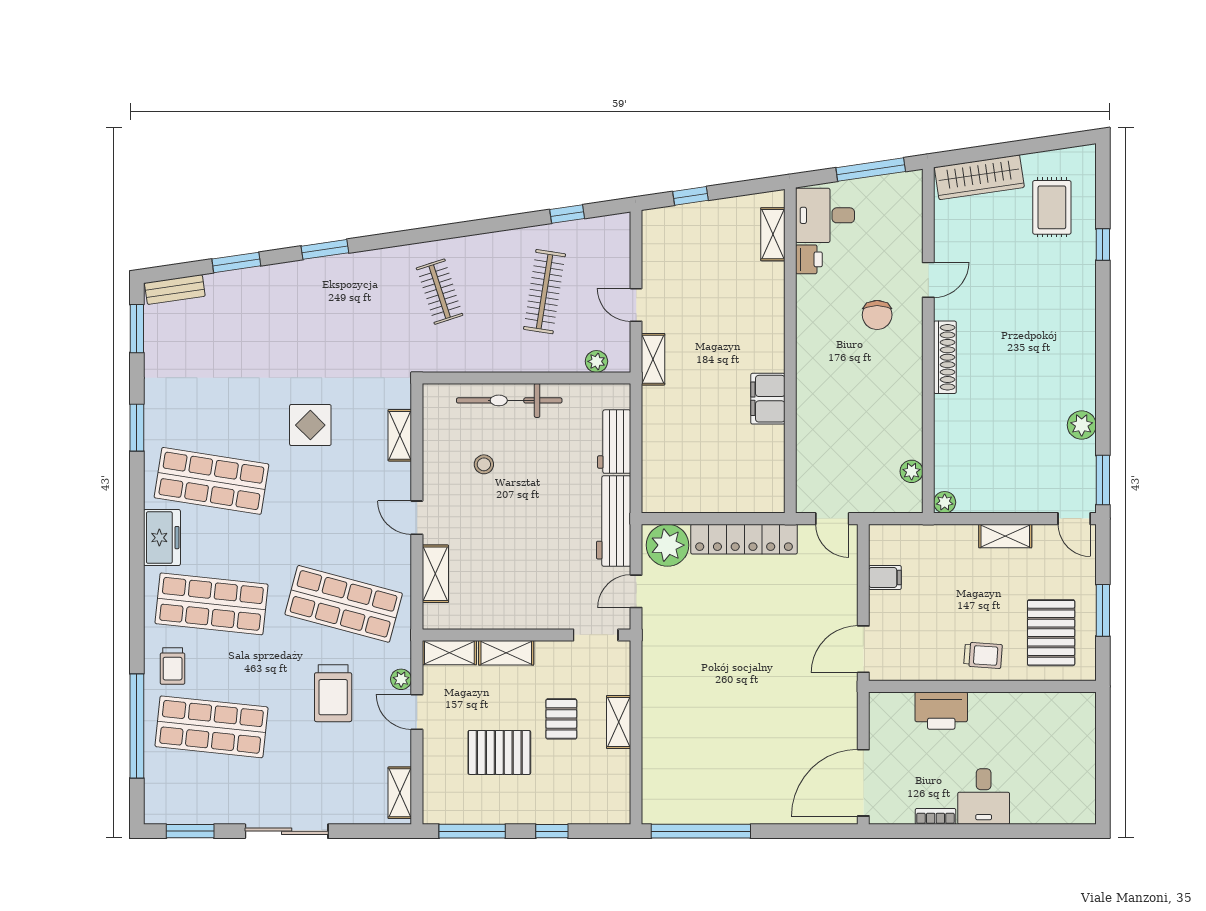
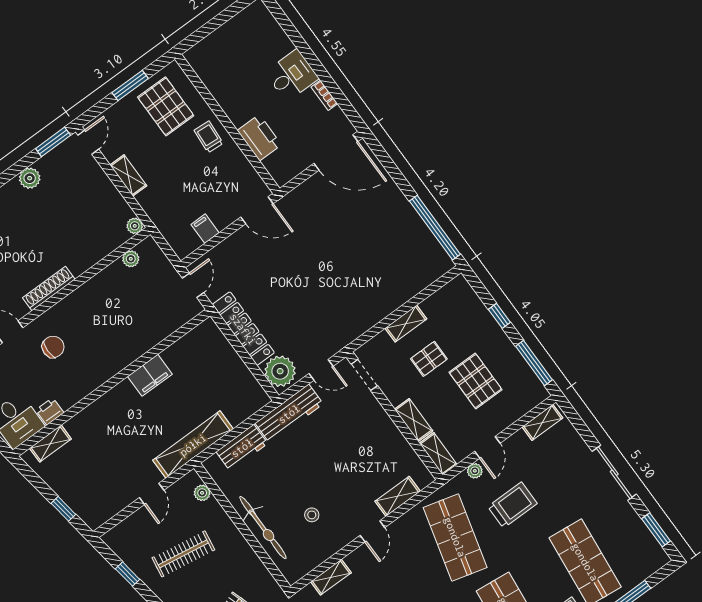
shelving: (653, 359) -> (193, 445), width x2.20, depth x1.33
pallet: (1051, 633) -> (166, 106), turned 90

